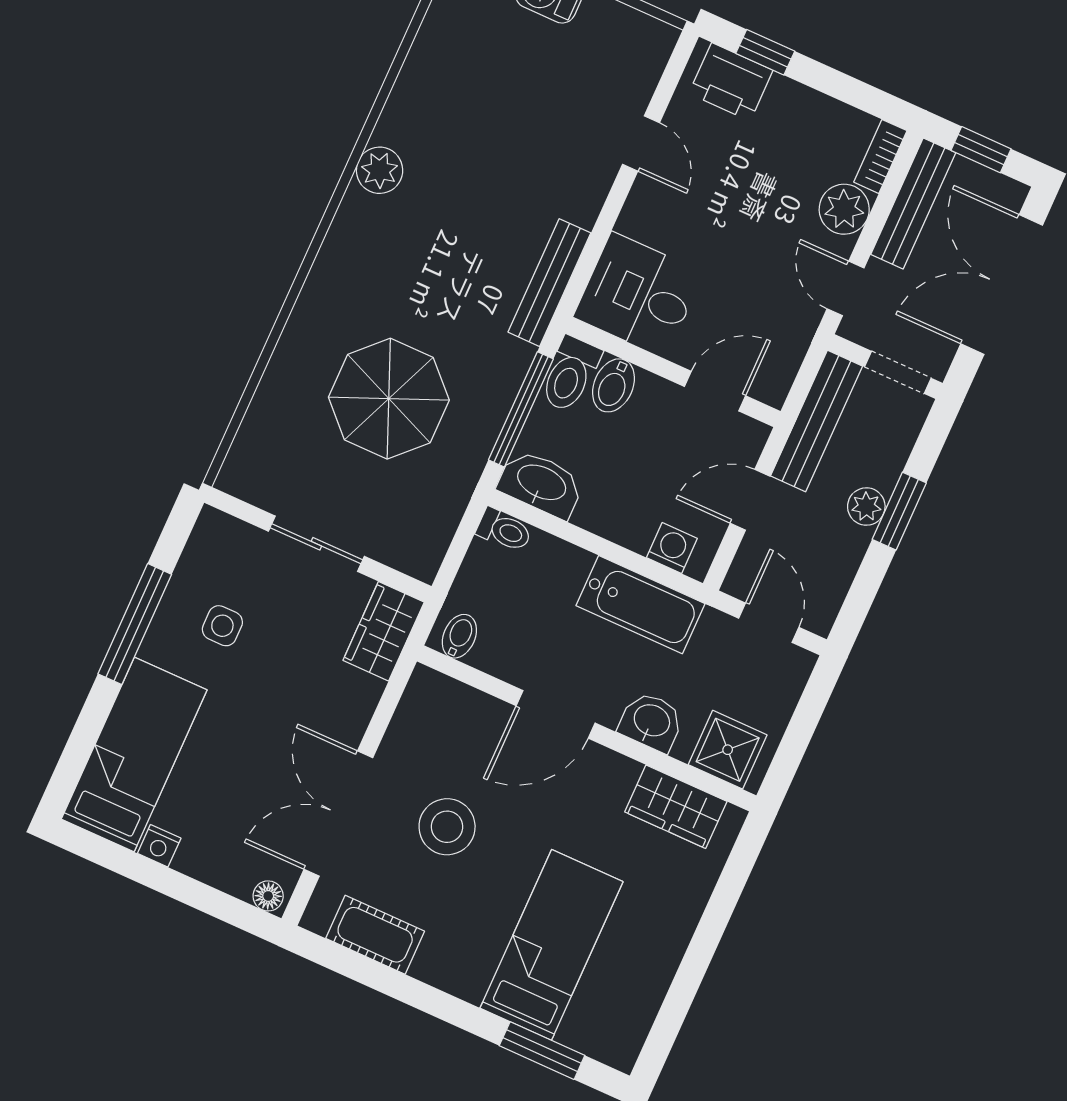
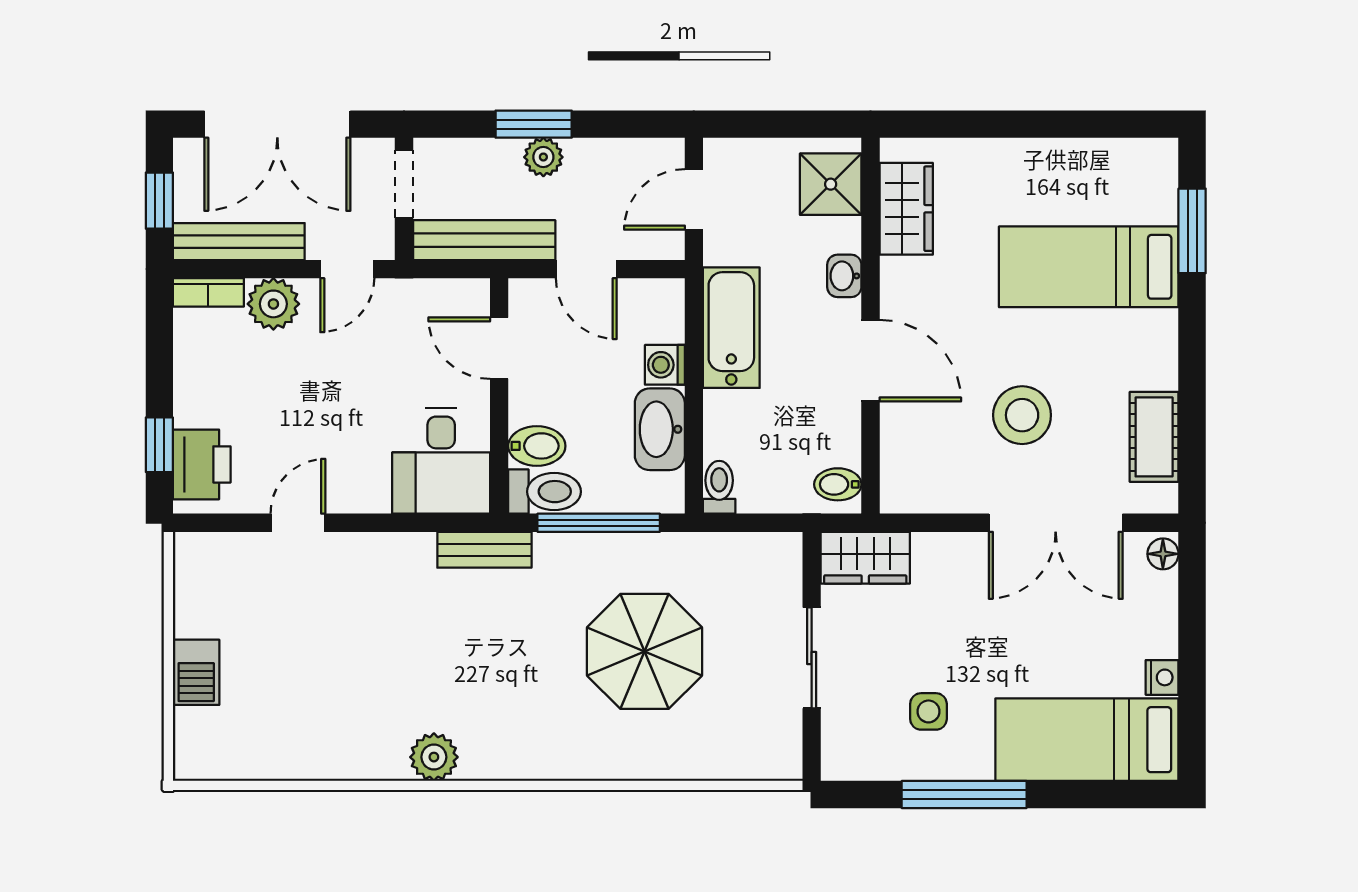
bench: (549, 283) -> (484, 550), width x0.73
washbasin: (541, 484) -> (660, 429), moved
washing machine: (672, 548) -> (665, 365), moved
washbasin: (651, 722) -> (844, 276), width x0.72, depth x0.69

